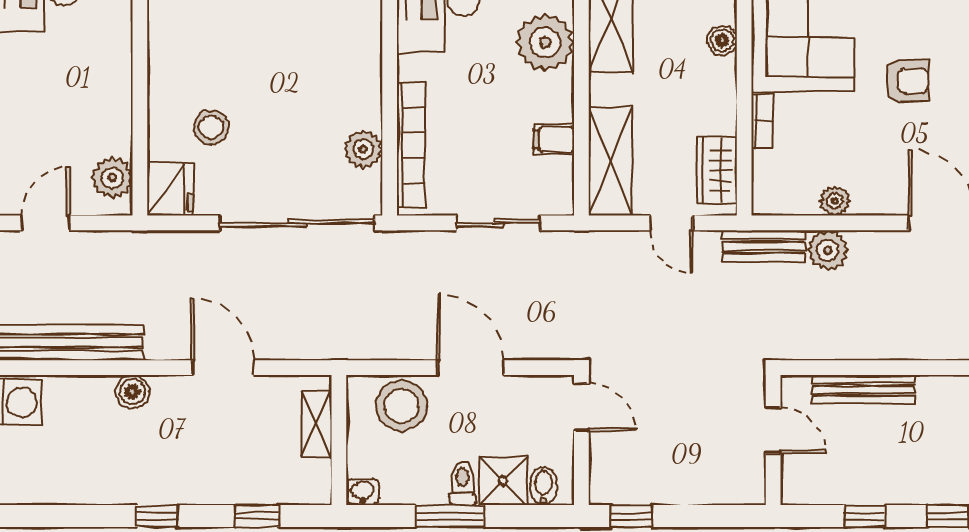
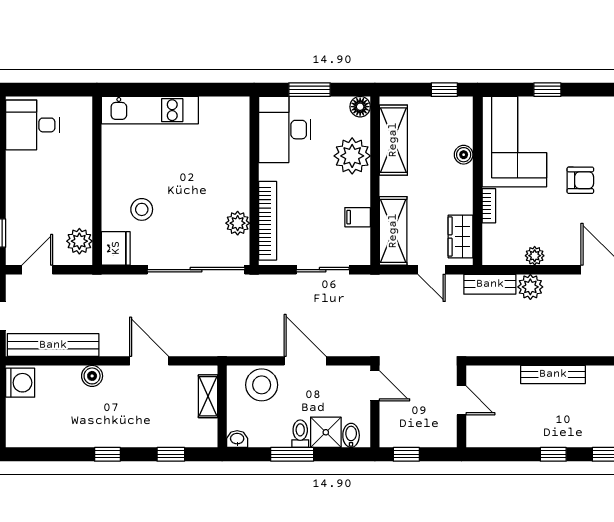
door: (773, 430) -> (462, 400), moved
wall: (773, 440) -> (462, 406), moved

